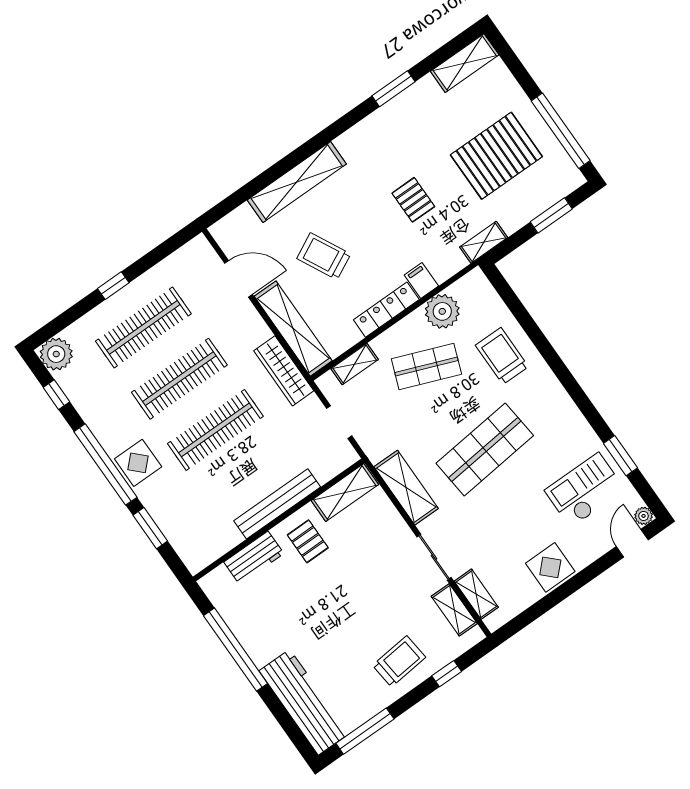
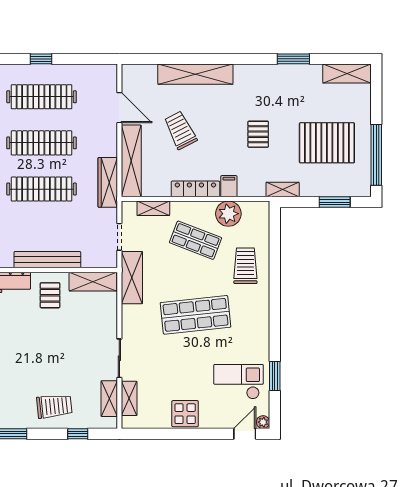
shelving: (406, 488) -> (132, 278), moved

